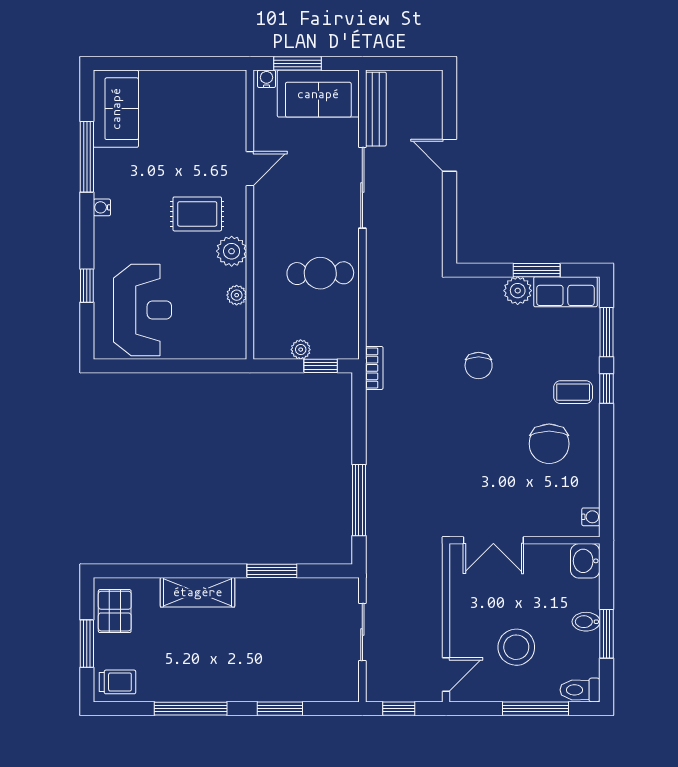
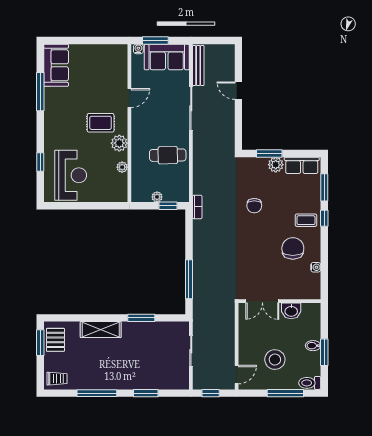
water cooler: (102, 207) -> (48, 119), removed
window: (537, 270) -> (269, 153), moved
chair: (549, 444) -> (293, 248), turned 180
water cooler: (591, 517) -> (316, 267), moved
washbasin: (585, 561) -> (291, 311), moved, turned -90
window: (87, 644) -> (40, 343), moved

